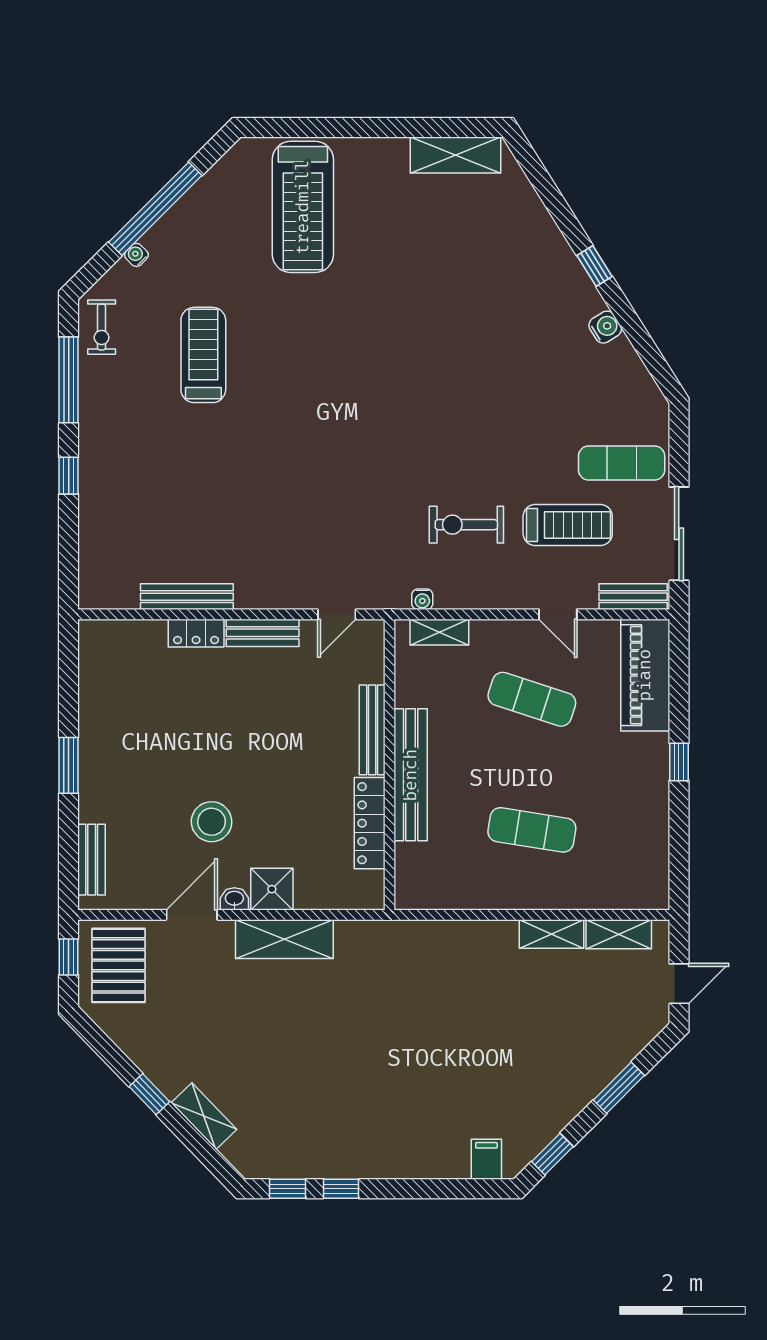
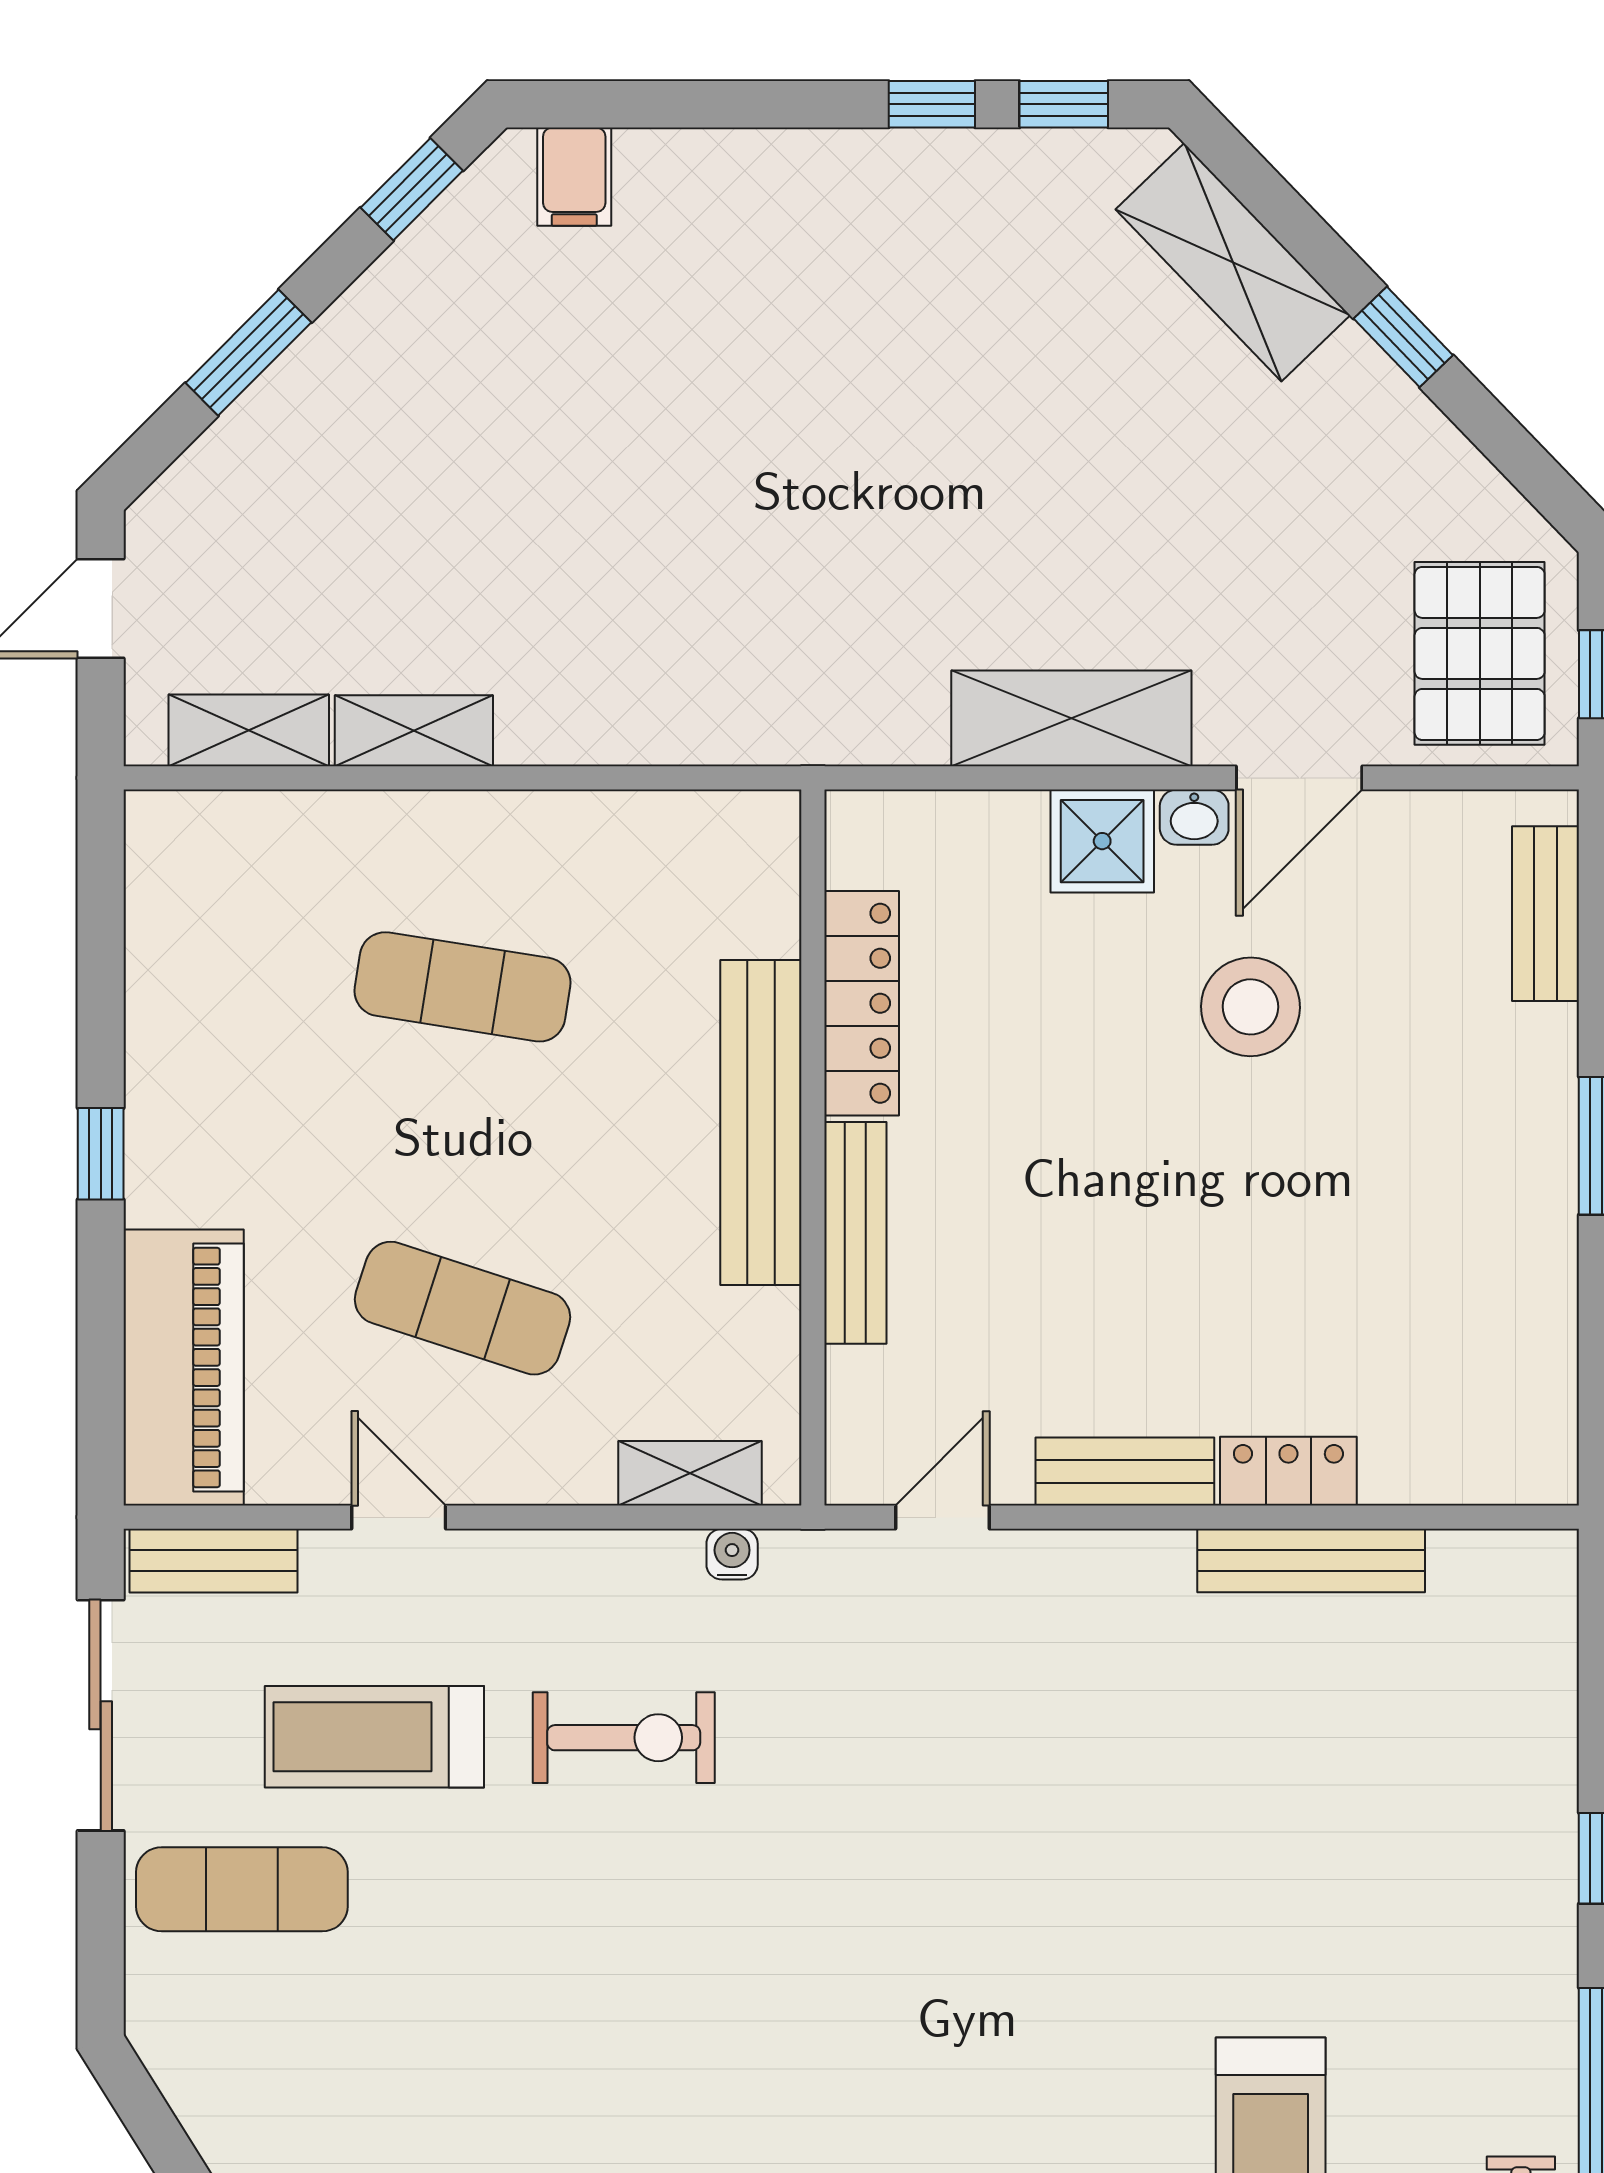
shelving: (204, 1116) -> (1233, 262), width x1.50, depth x1.33

